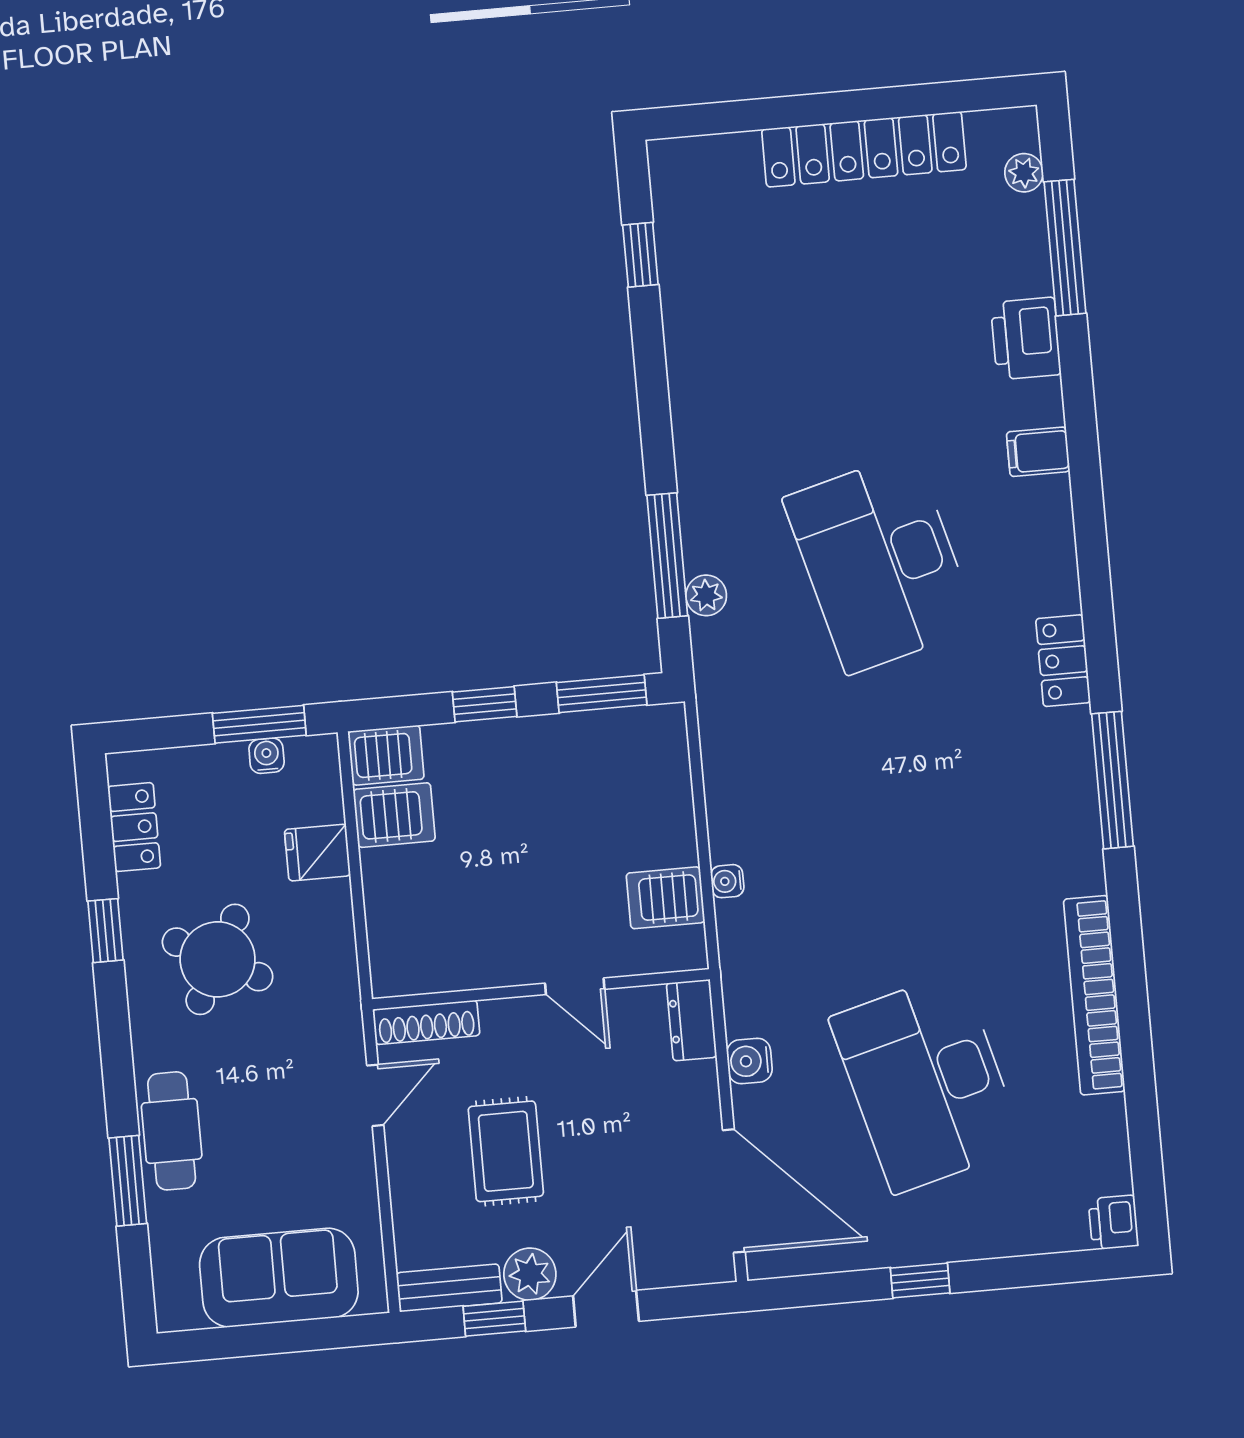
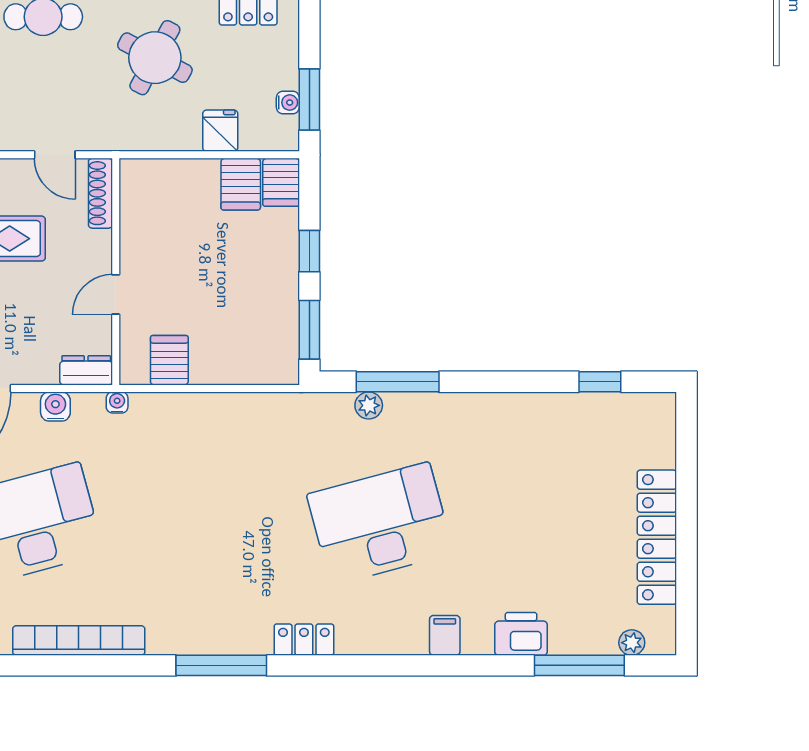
water cooler: (727, 881) -> (117, 402), moved

